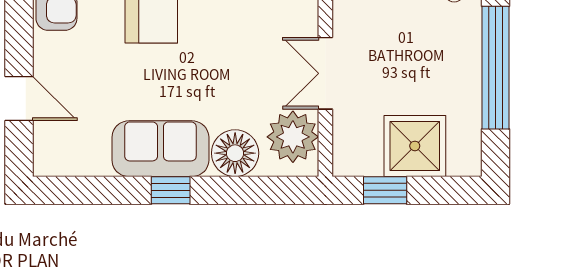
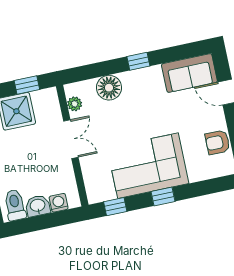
plant: (293, 137) -> (75, 104), width x0.53, depth x0.53
sofa: (160, 149) -> (189, 73), moved

